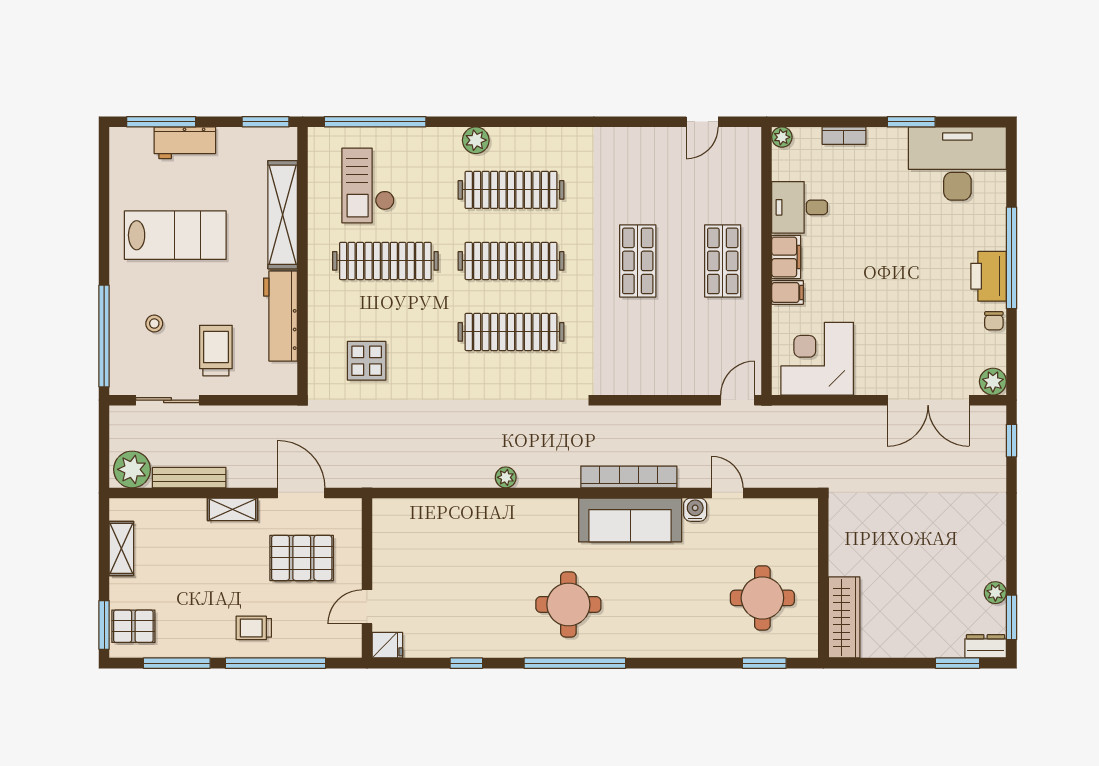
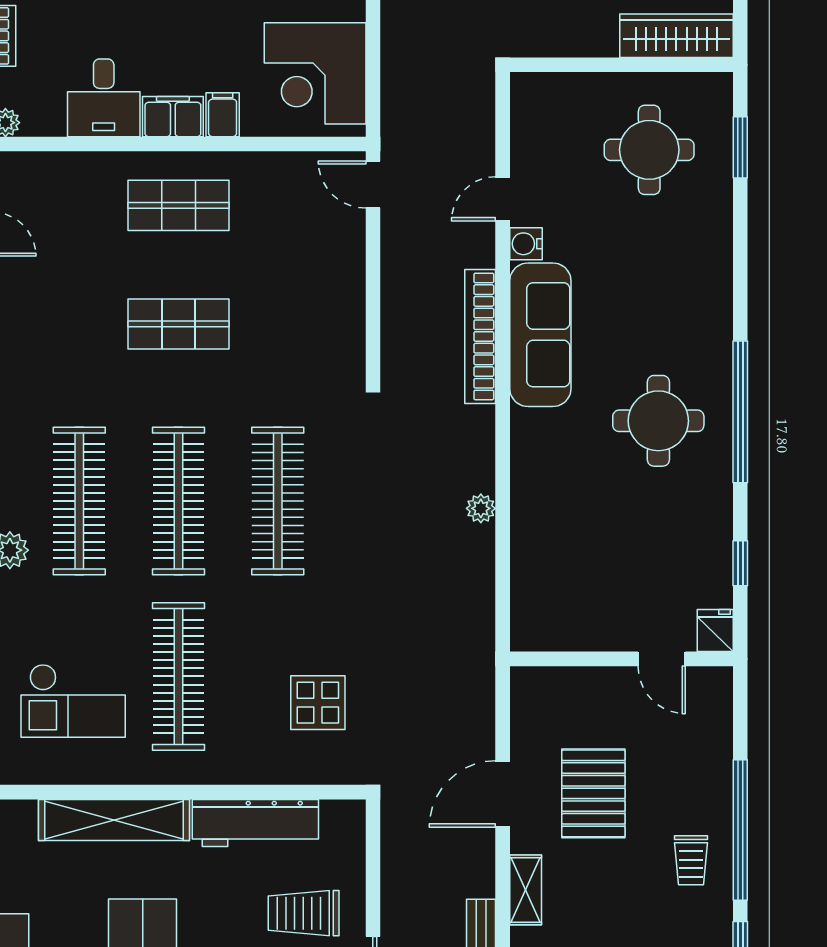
wall: (367, 578) -> (621, 659), moved
door: (367, 607) -> (662, 659), moved
fridge: (387, 645) -> (715, 630), moved

